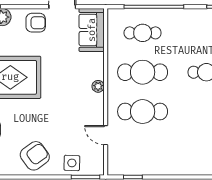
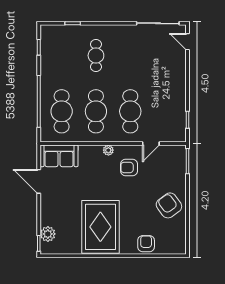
armchair: (36, 23) -> (129, 167), moved, turned -90
cafe table: (143, 33) -> (62, 111), width x1.37, depth x1.35
side table: (72, 163) -> (175, 173), removed

